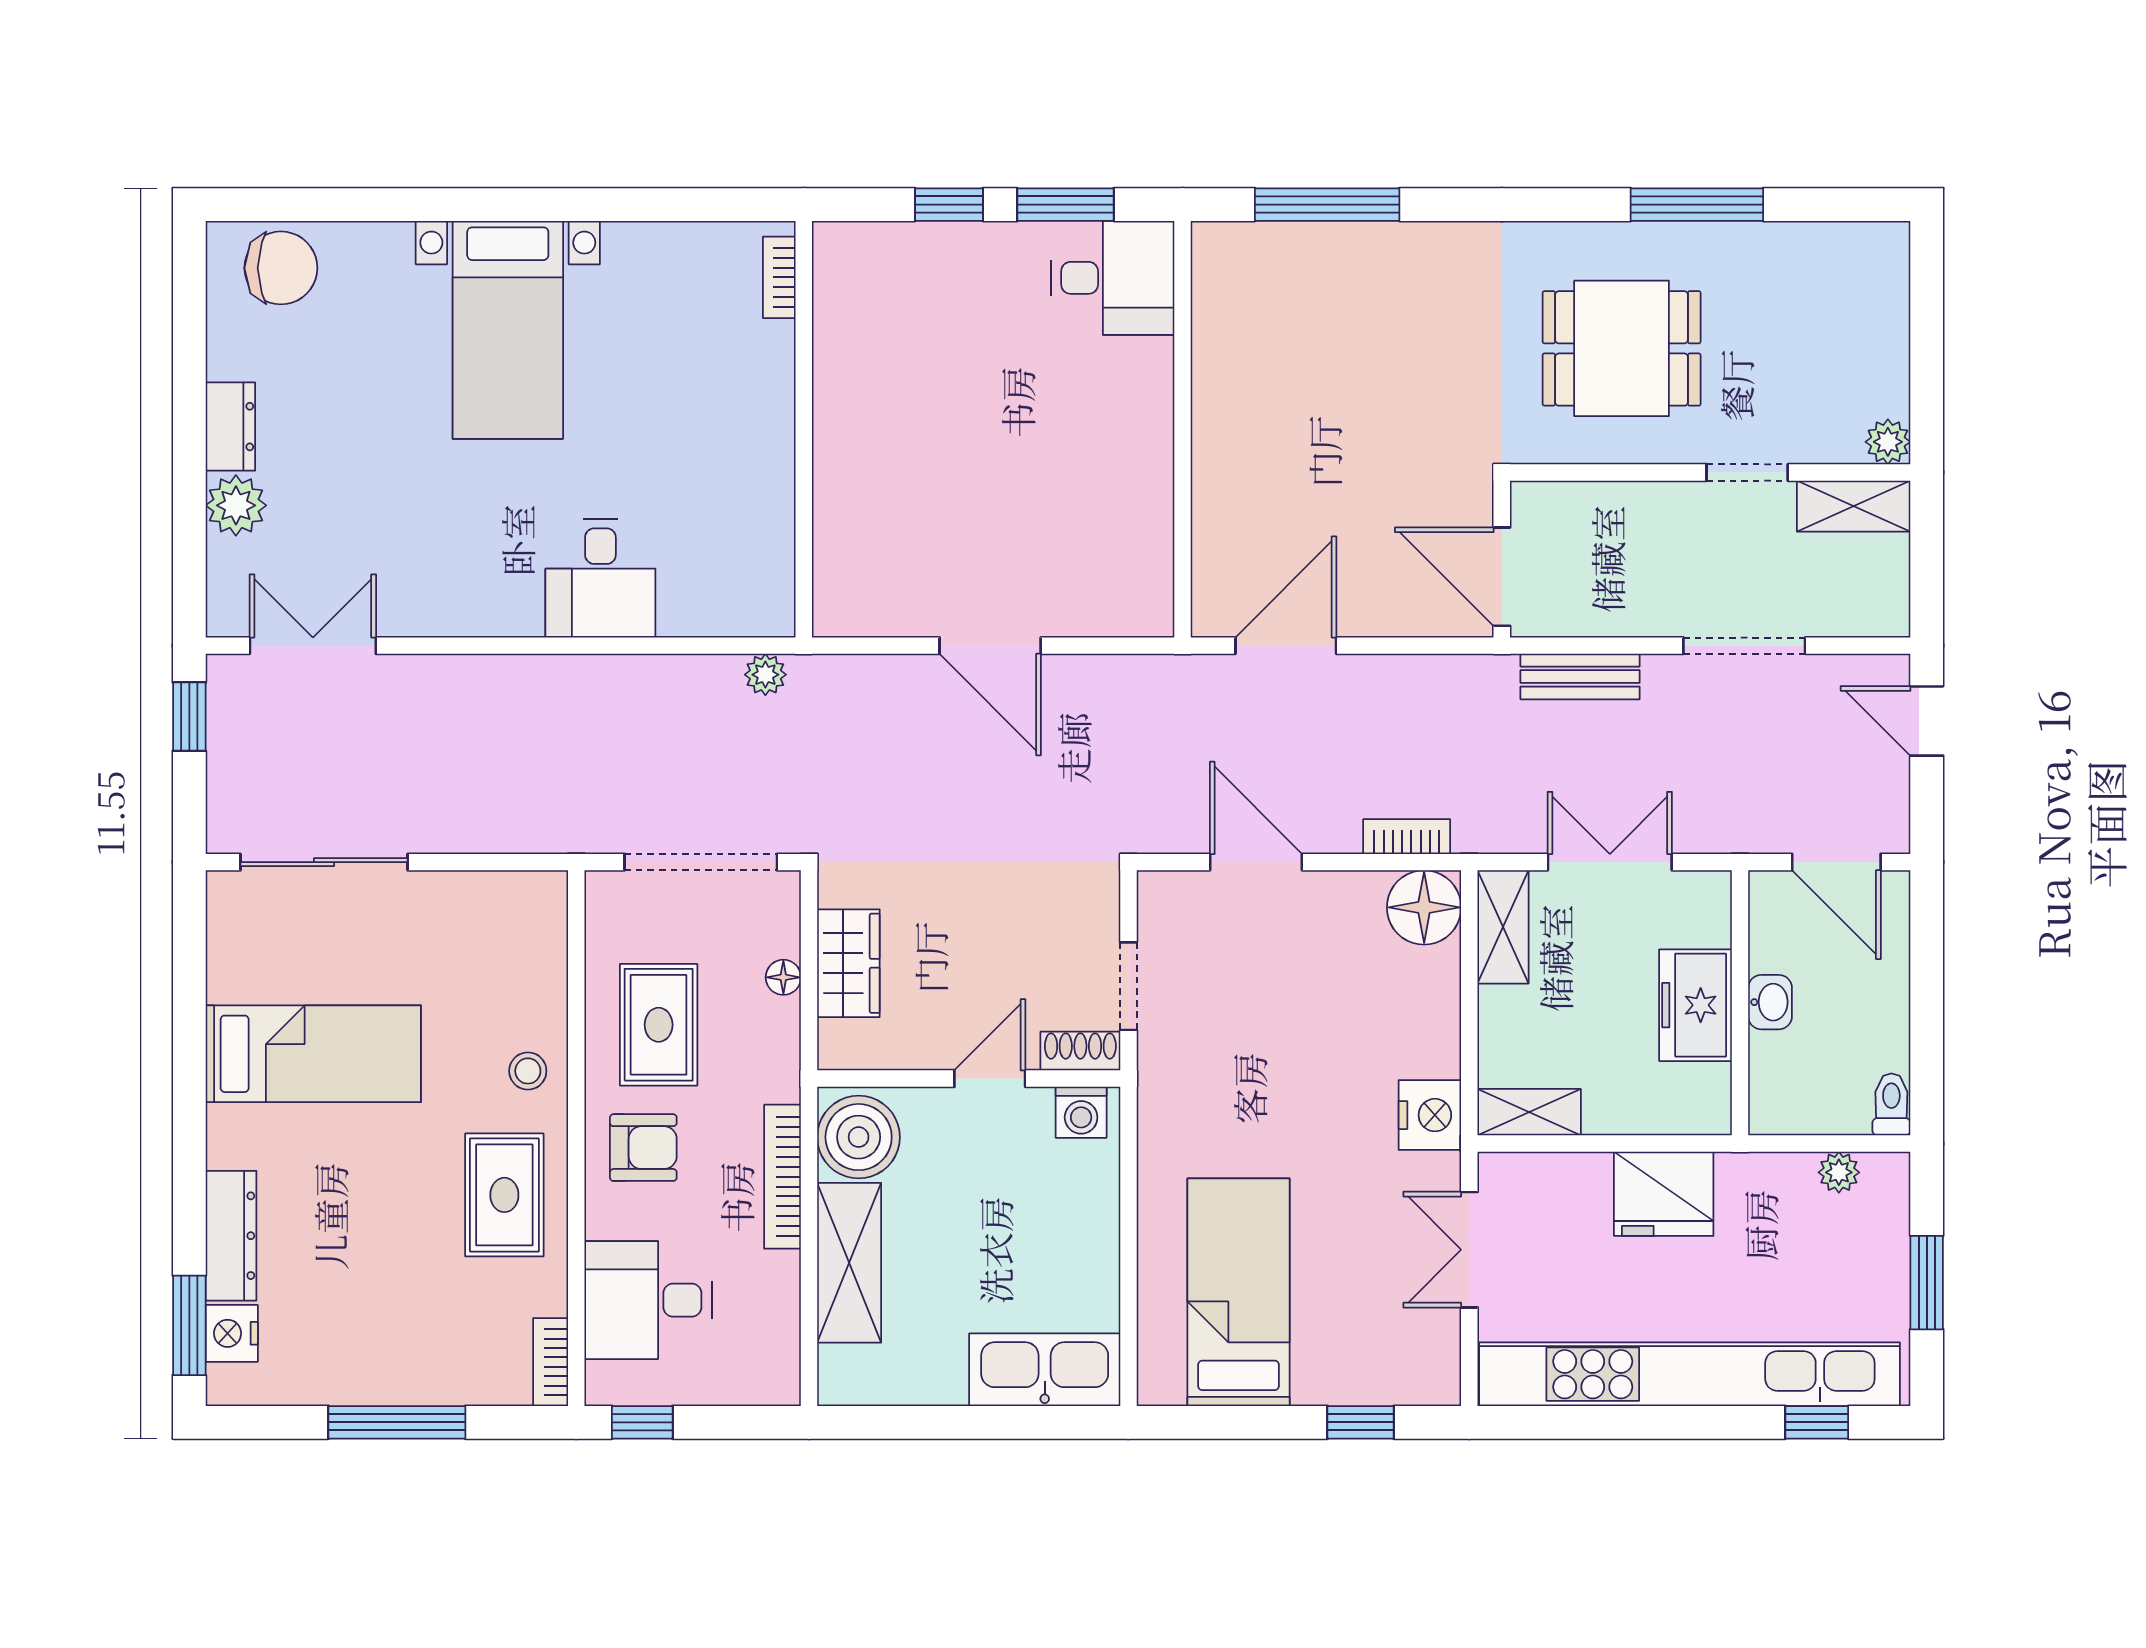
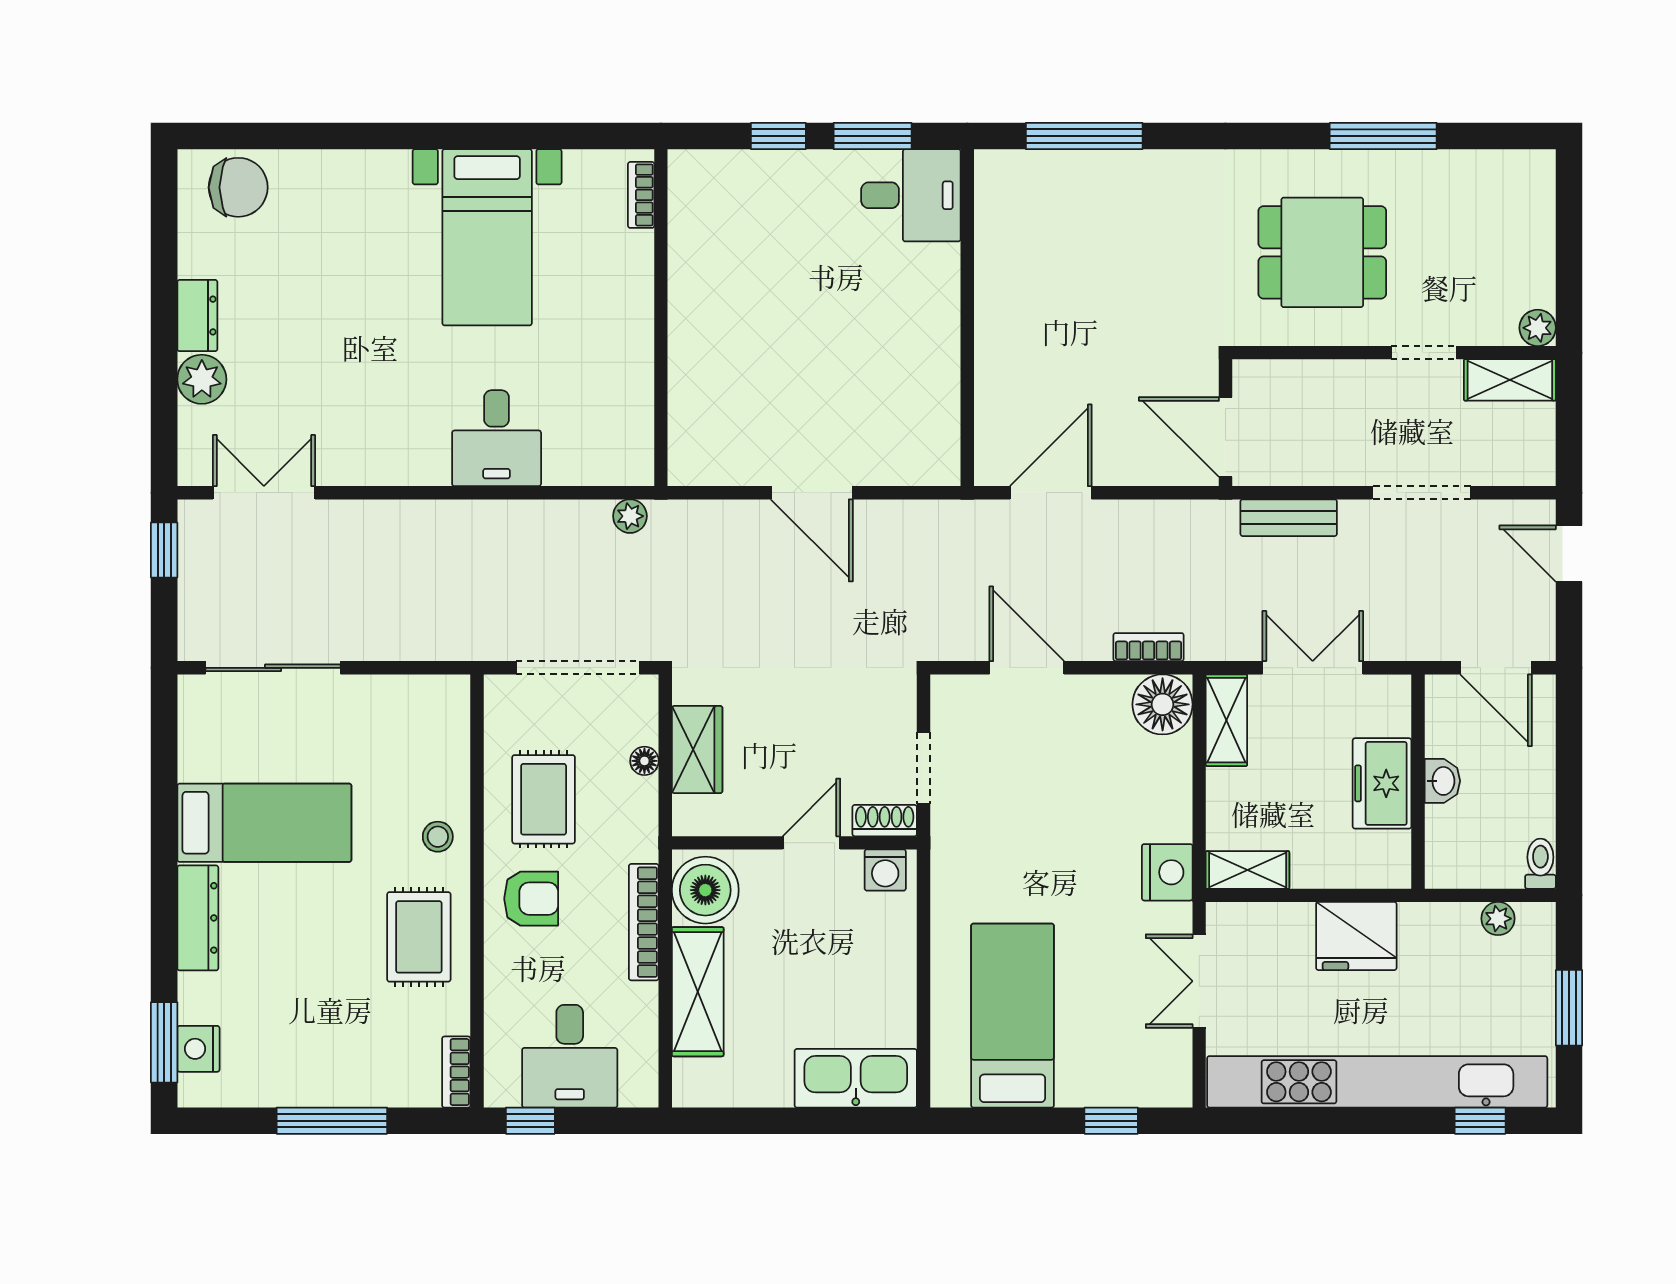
bed with nightstands: (508, 330) -> (487, 237), moved
dresser: (231, 1236) -> (198, 918), moved
desk: (648, 1300) -> (570, 1056), moved, turned -90

